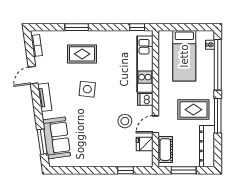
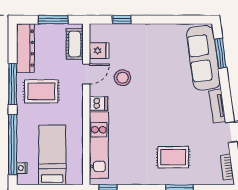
side table: (87, 89) -> (167, 115), removed
sofa: (57, 138) -> (203, 58), width x1.36

